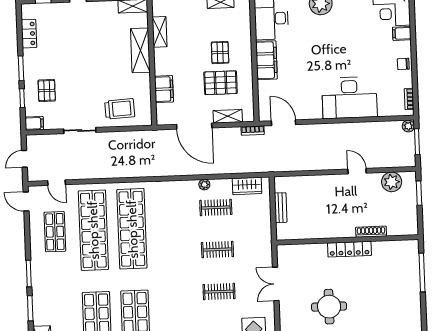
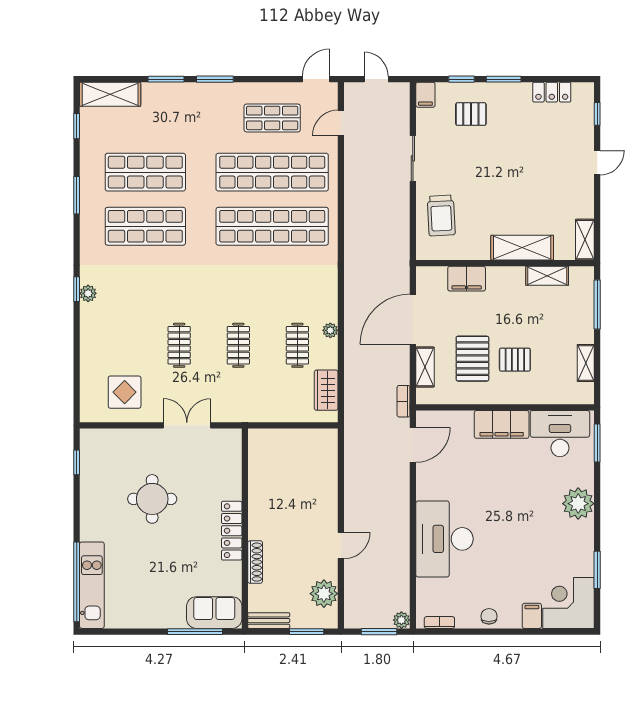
bench: (281, 208) -> (269, 621), moved
sofa: (408, 259) -> (214, 613), added

